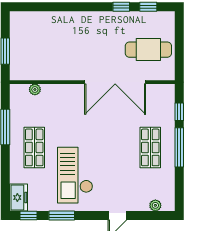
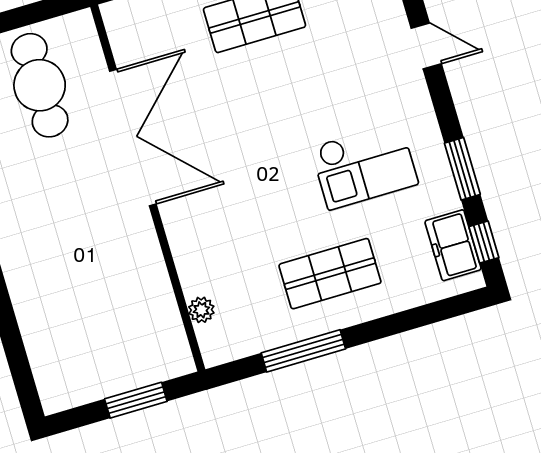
checkout: (75, 175) -> (364, 166), width x0.73, depth x0.83
freezer: (19, 198) -> (453, 245), moved, turned -90

